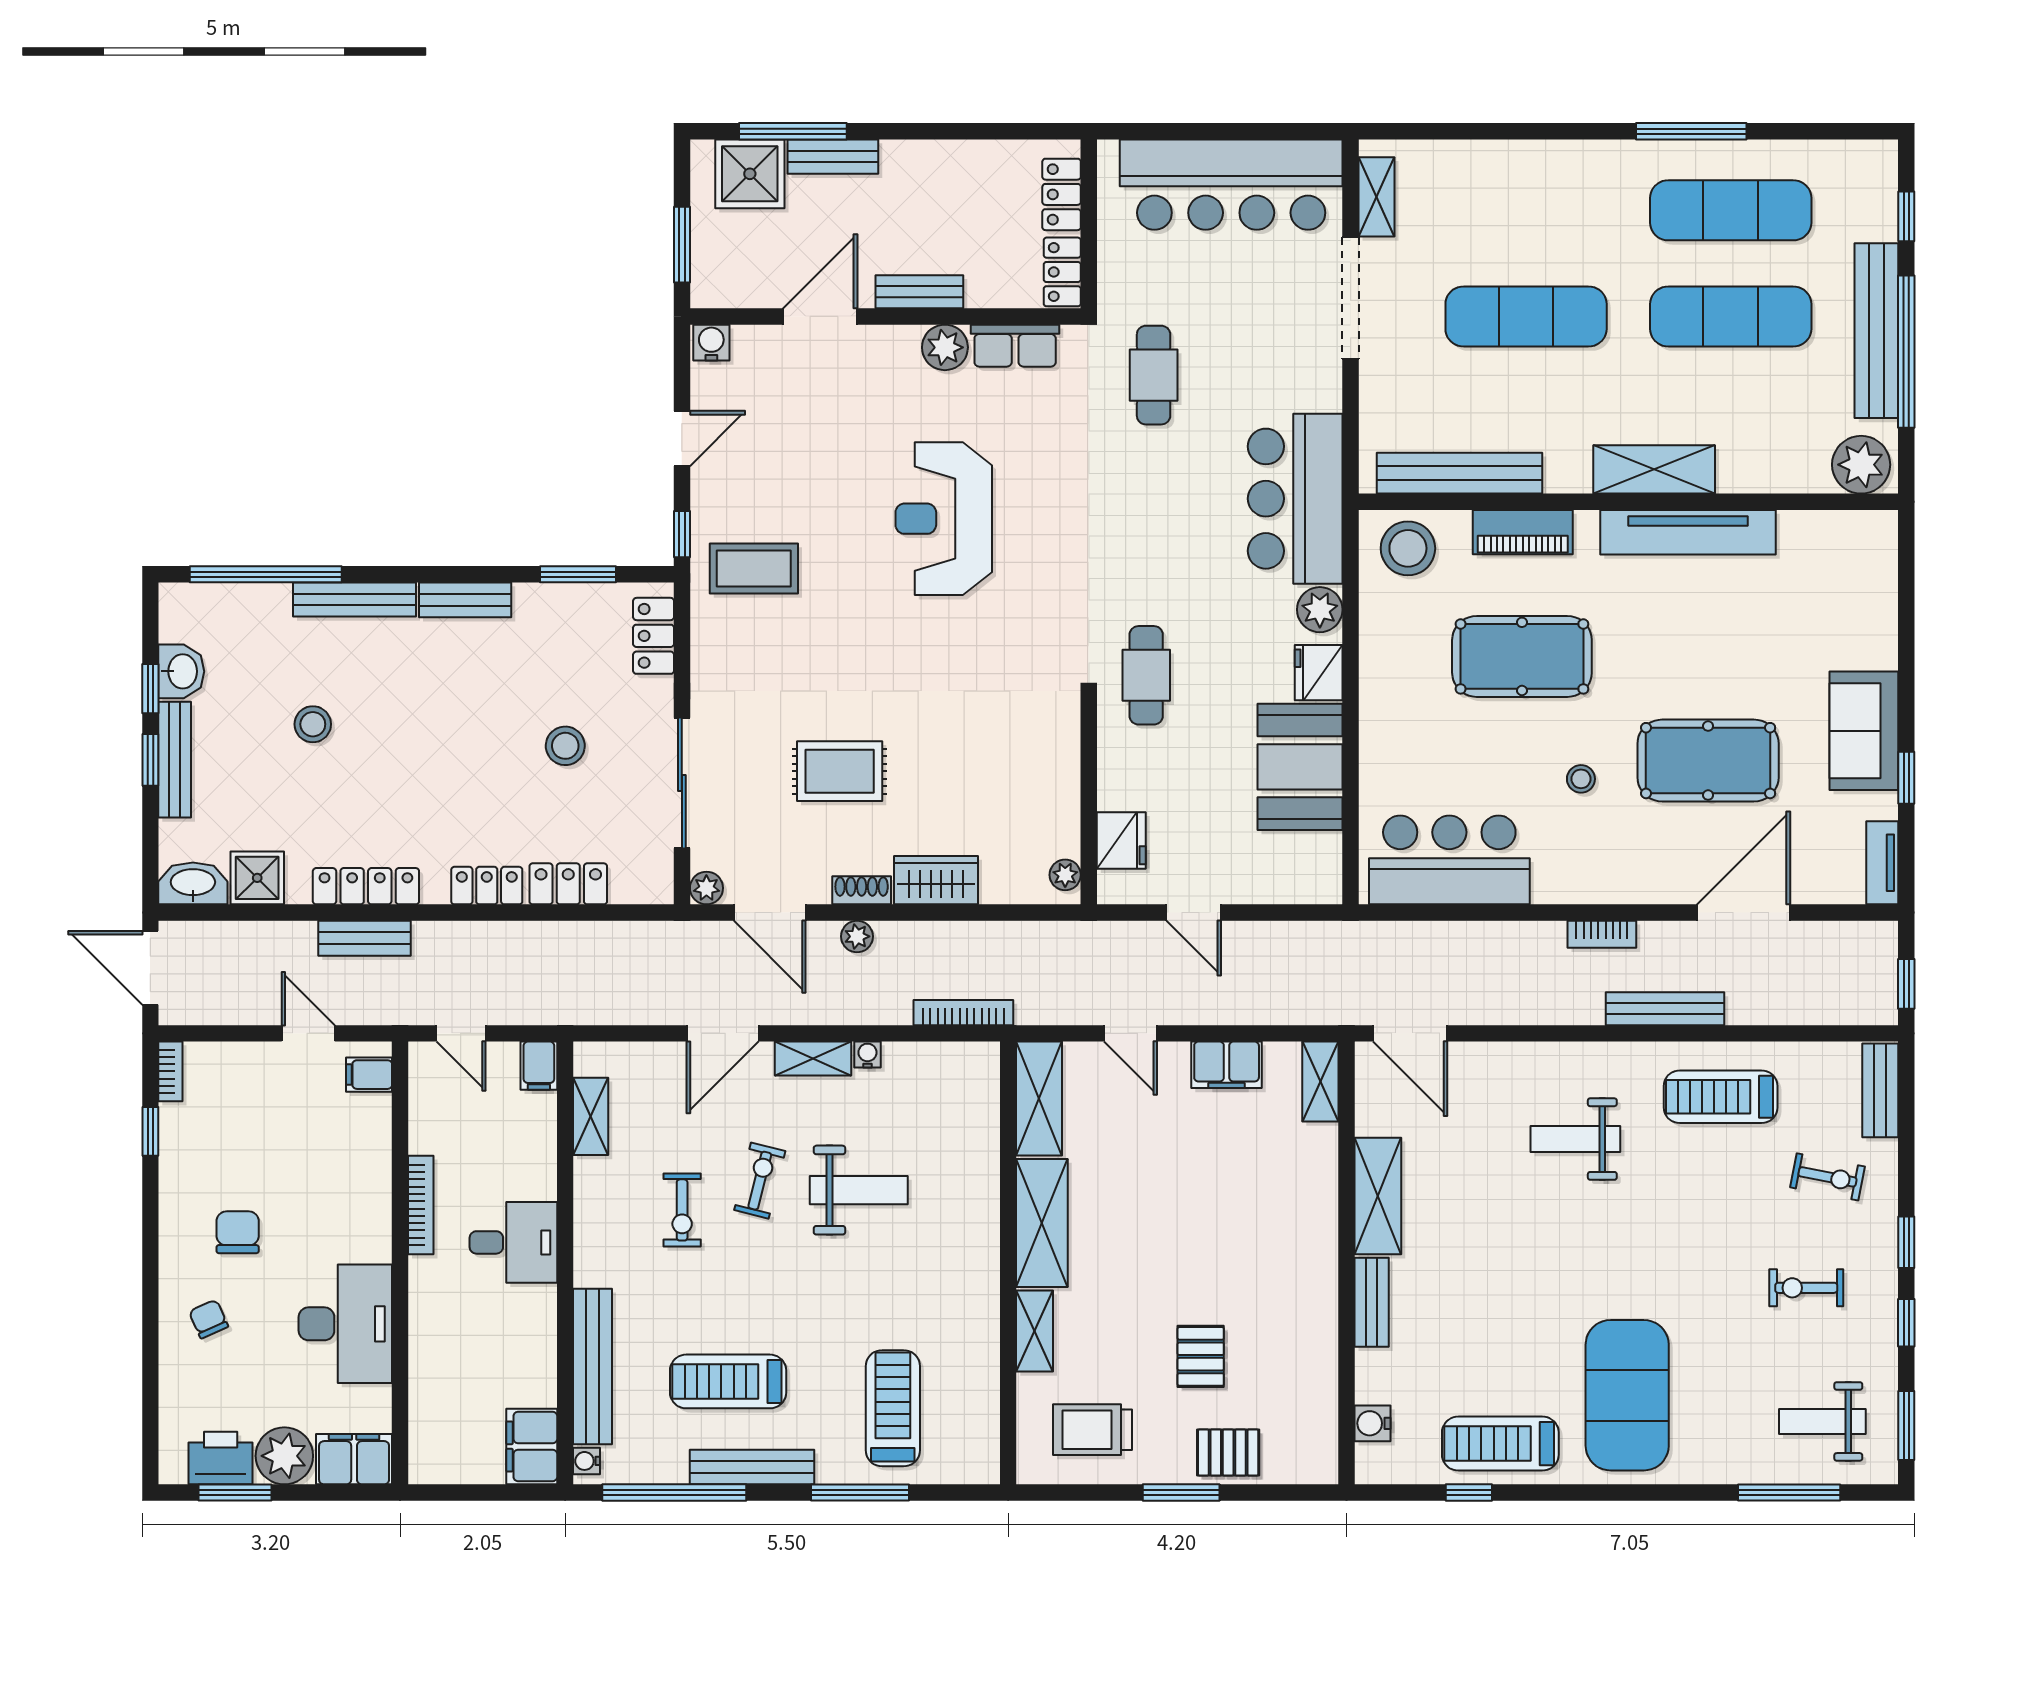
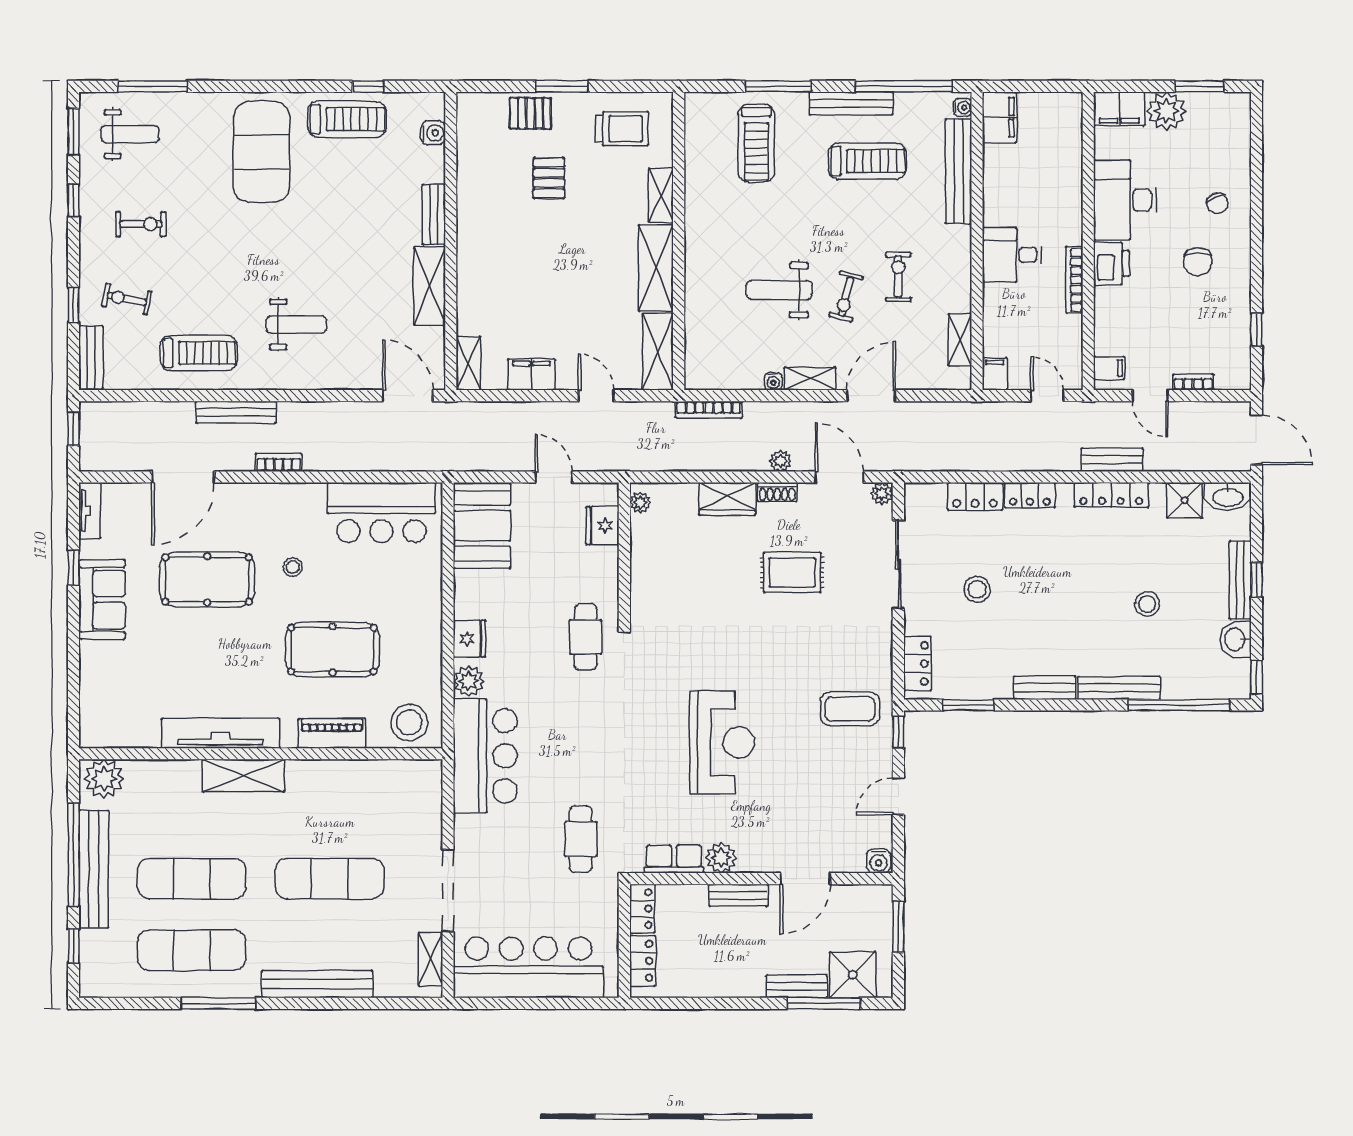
bench: (1460, 473) -> (317, 984), moved
window: (150, 689) -> (1257, 677), moved
booth: (1300, 767) -> (482, 526), moved
bookcase: (170, 1071) -> (1193, 382), moved, turned 90
window: (1906, 1242) -> (74, 305), moved
printer: (221, 1458) -> (1111, 264), moved, turned -90

